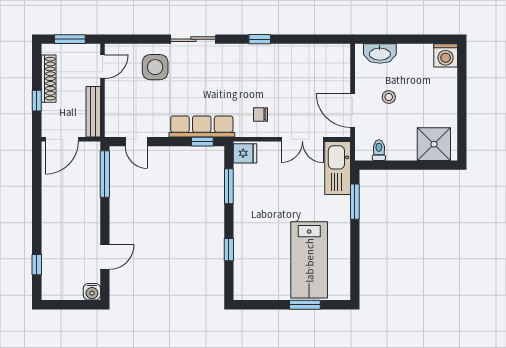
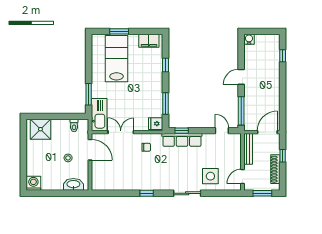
door: (105, 257) -> (241, 77), moved
filing cabinet: (256, 289) -> (149, 41), added

